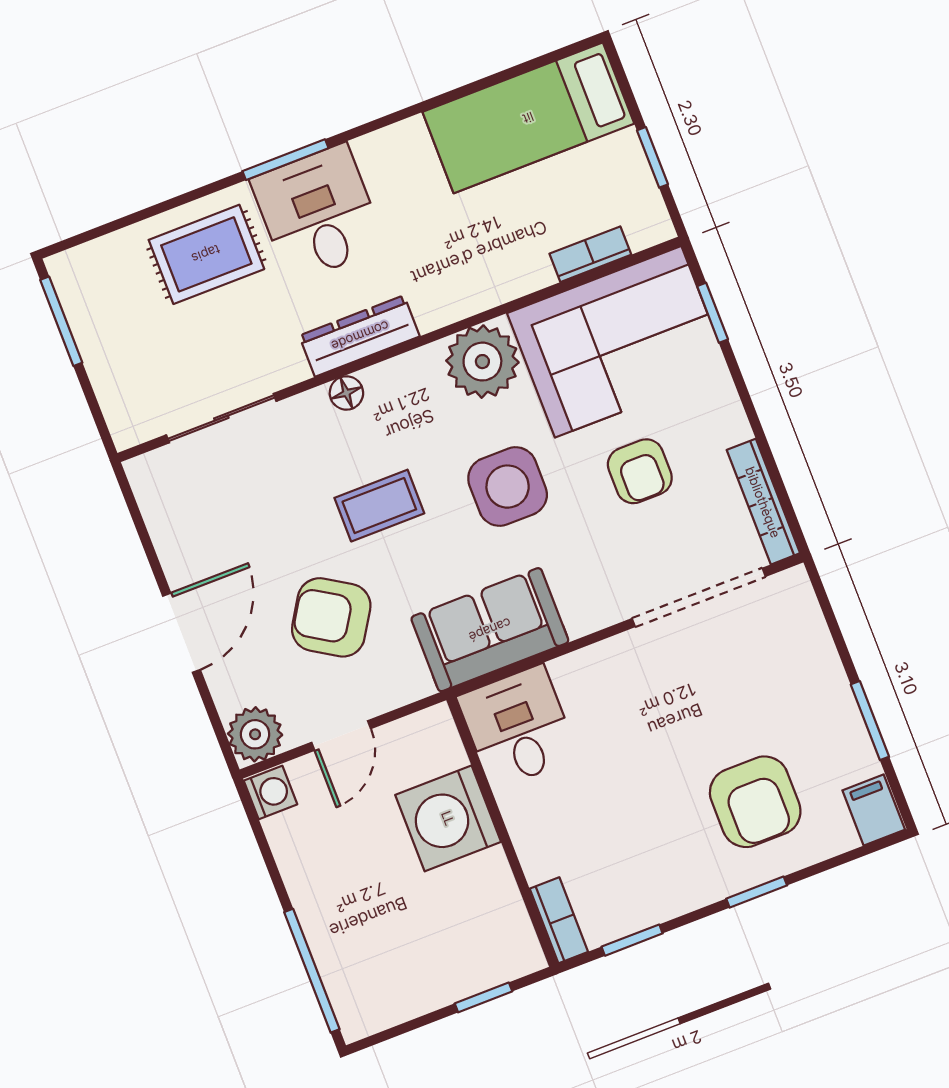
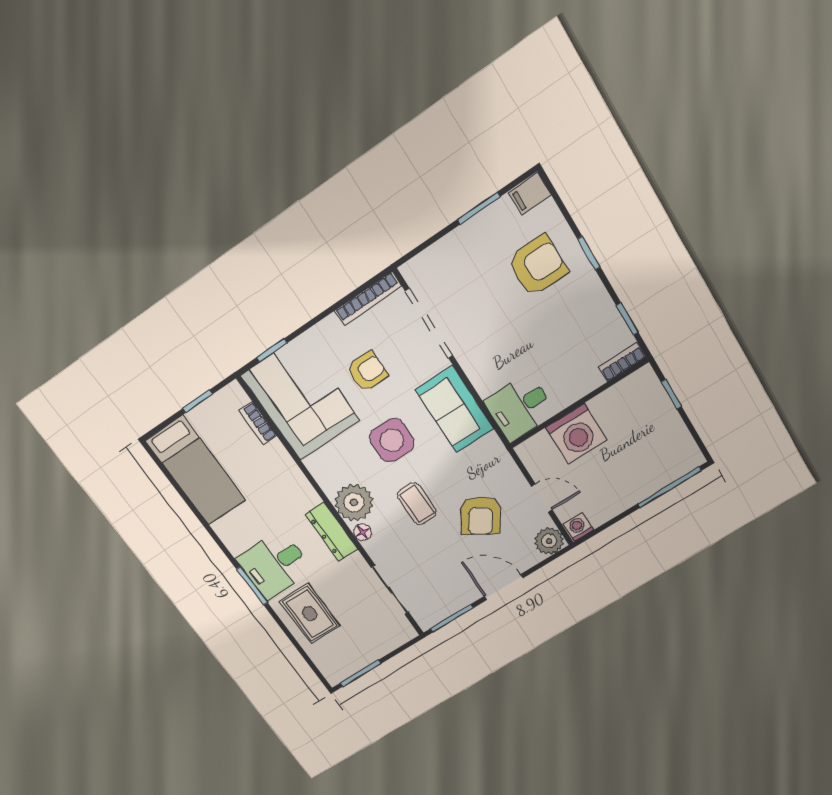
plant: (482, 362) -> (354, 502), moved
window: (139, 522) -> (452, 618), added
sofa: (490, 630) -> (455, 409), moved

